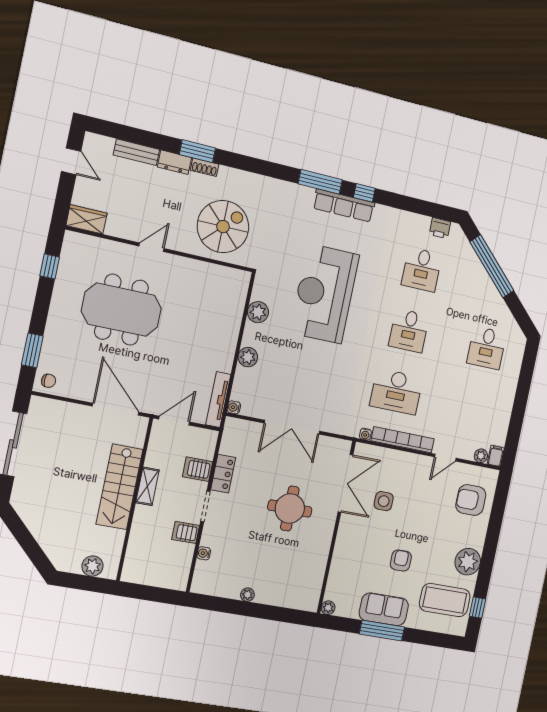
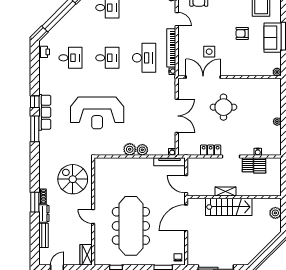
meeting table: (121, 310) -> (131, 226), width x1.36
plant: (258, 312) -> (130, 149), moved
server rack: (198, 469) -> (260, 165), moved

